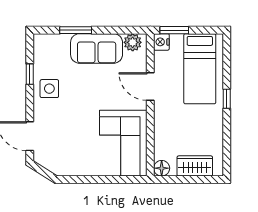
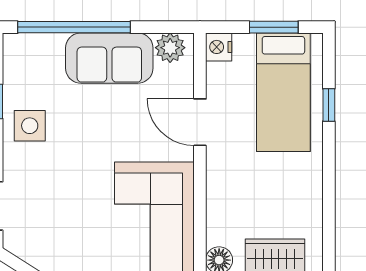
window: (76, 30) -> (74, 27), width x2.11
window: (174, 30) -> (274, 27), moved
window: (227, 99) -> (329, 105), moved

